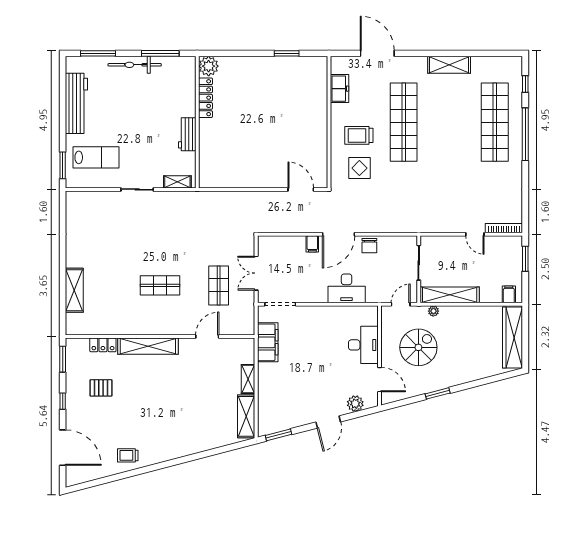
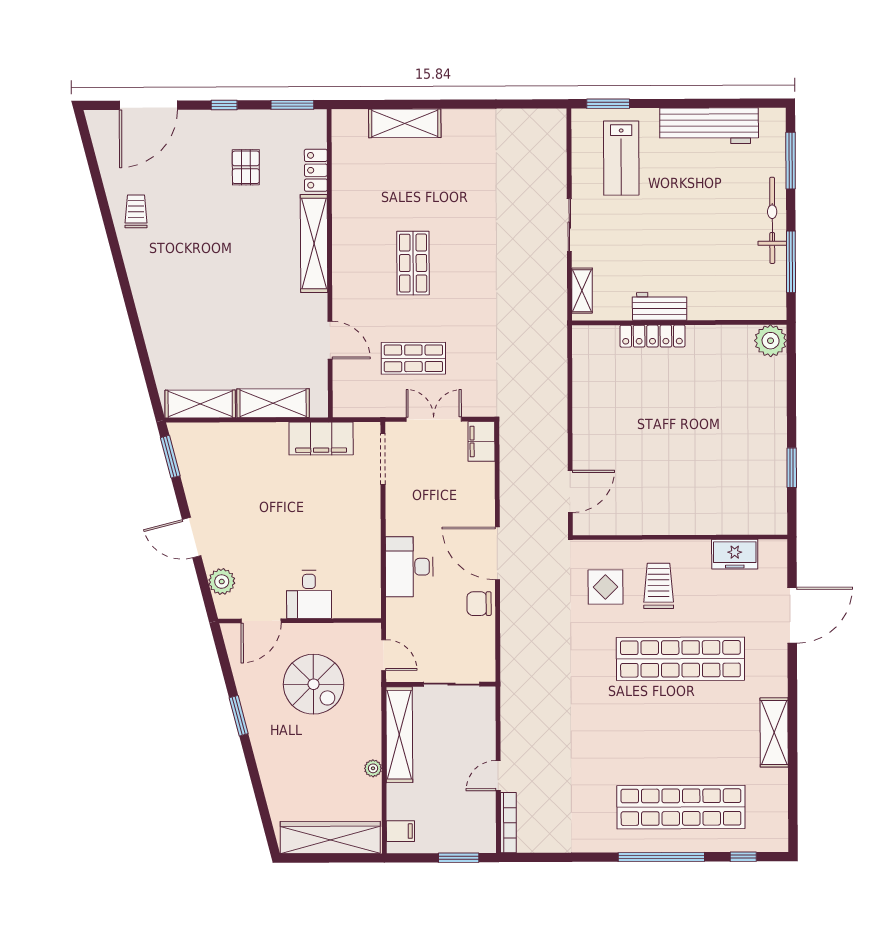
locker: (205, 98) -> (652, 336), moved
filing cabinet: (312, 244) -> (481, 441), moved, width x2.00
plant: (433, 311) -> (373, 768), moved
desk: (363, 345) -> (309, 594), width x0.73
shelving: (248, 379) -> (273, 403), width x1.50, depth x1.33

